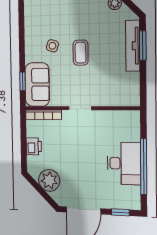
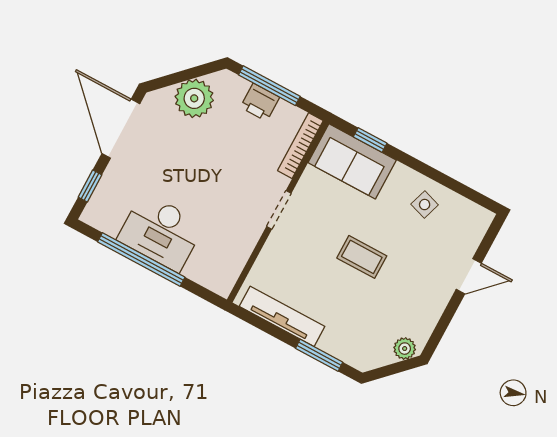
side table: (52, 46) -> (425, 205), moved
tv unit: (133, 46) -> (282, 316), moved
window: (24, 146) -> (269, 86), added

